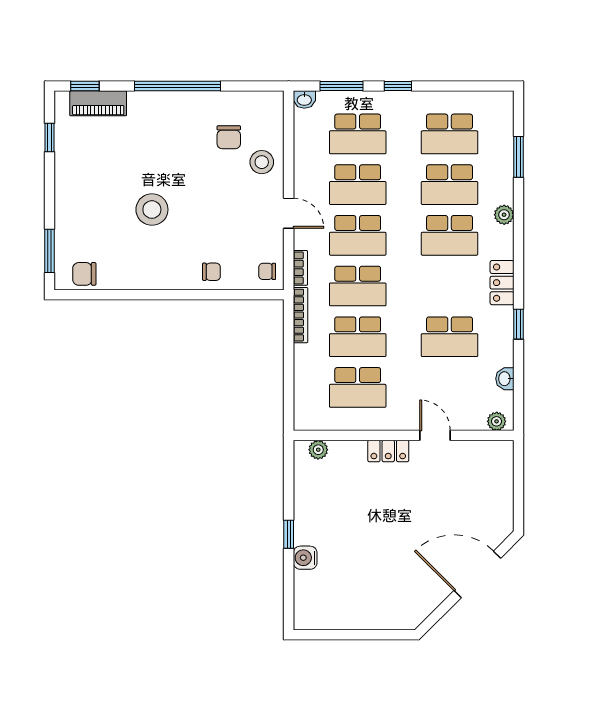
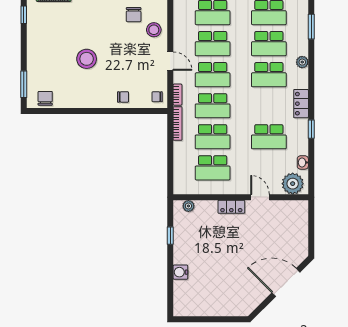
chair: (84, 274) -> (45, 98), turned 90
plant: (497, 421) -> (293, 184), width x1.87, depth x1.87
window: (289, 534) -> (170, 236), moved

